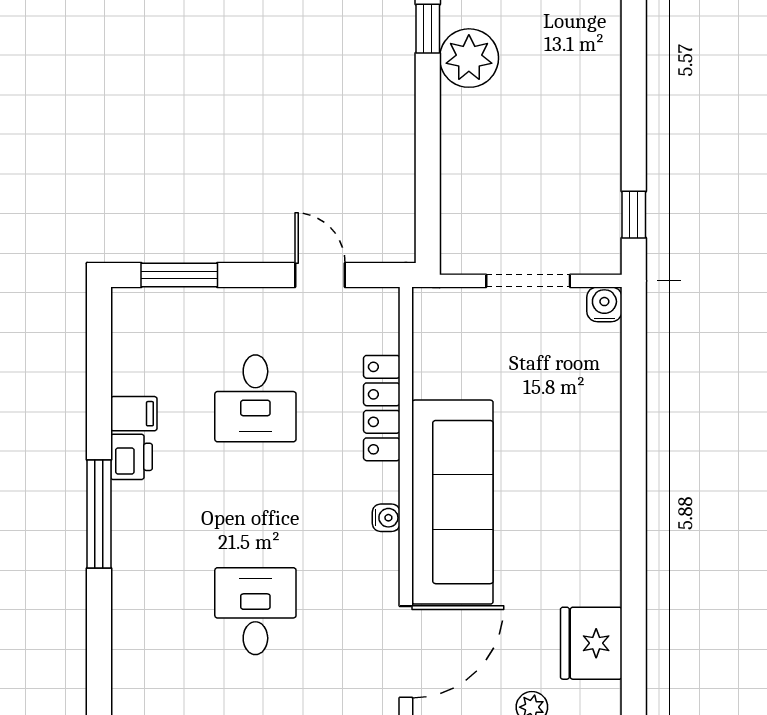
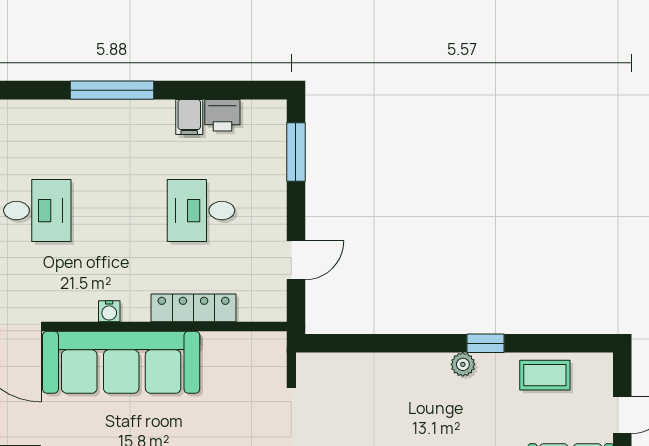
plant: (469, 58) -> (463, 364), width x0.53, depth x0.53
printer: (131, 457) -> (222, 115), moved

